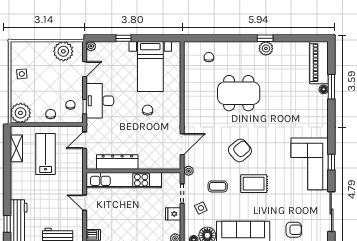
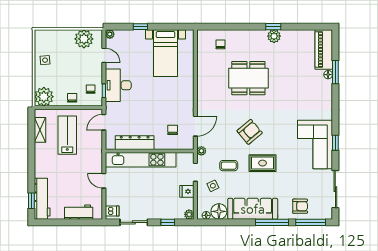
door: (85, 69) -> (104, 55), hinge flipped
chair: (148, 110) -> (173, 130), moved

